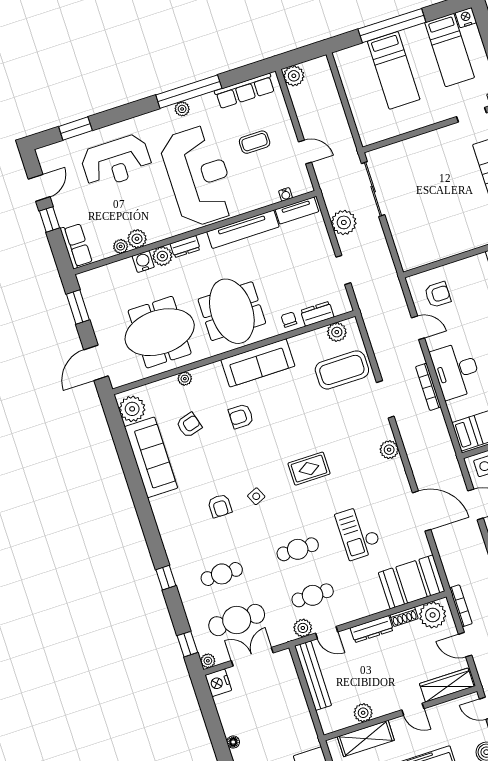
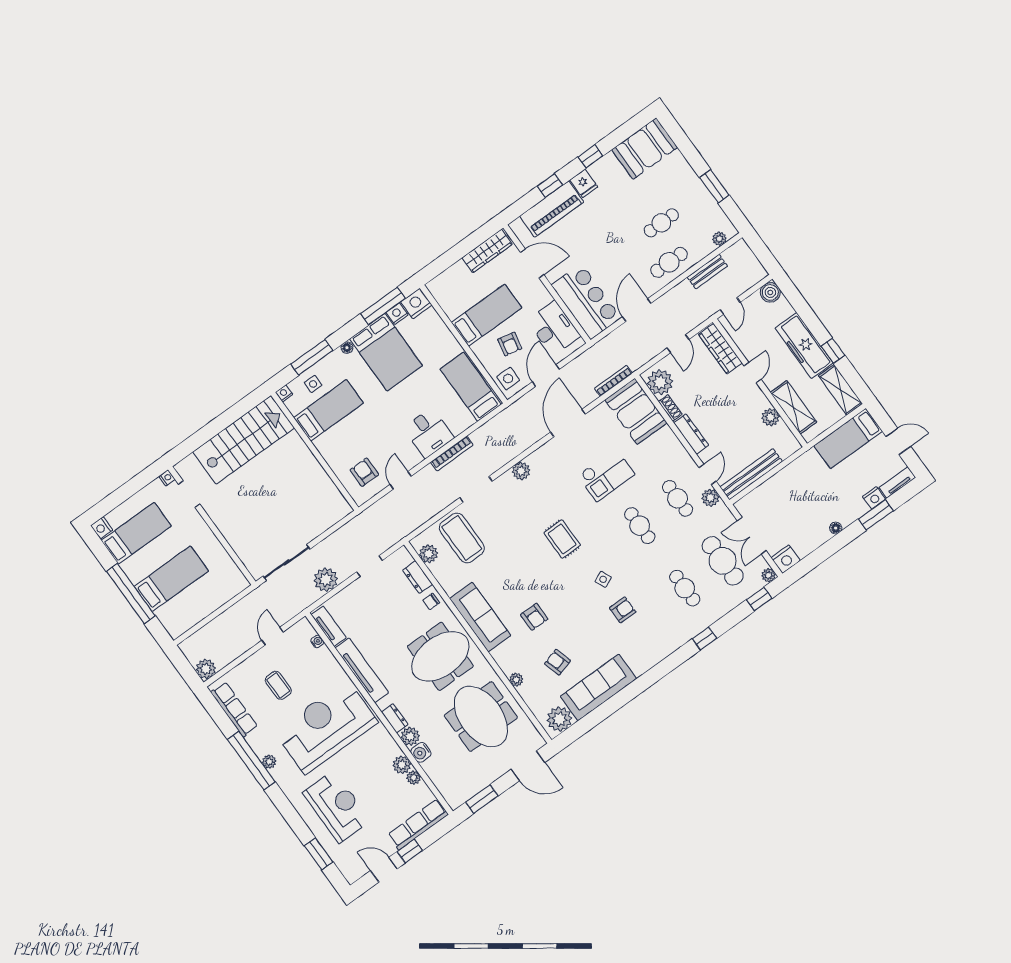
row of seats: (76, 246) -> (418, 824), width x1.48
desk: (456, 370) -> (429, 433), width x0.73
bookcase: (461, 606) -> (613, 381), moved

